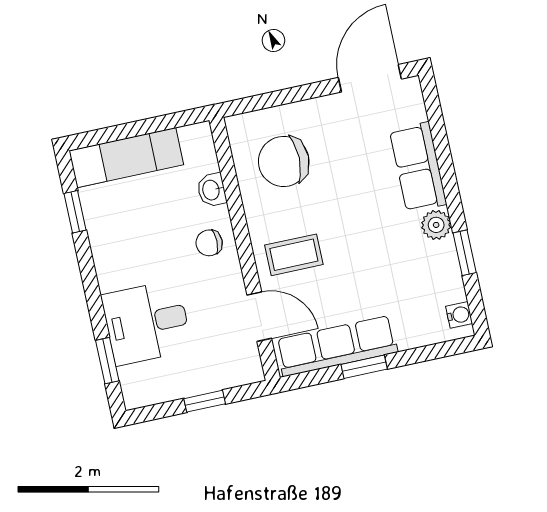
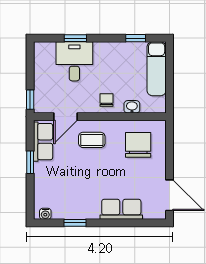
plant: (436, 225) -> (91, 212), removed
coffee table: (294, 255) -> (92, 140), turned 90
row of seats: (337, 346) -> (43, 142), width x0.68
window: (107, 361) -> (75, 38), moved
window: (205, 401) -> (30, 100), moved

